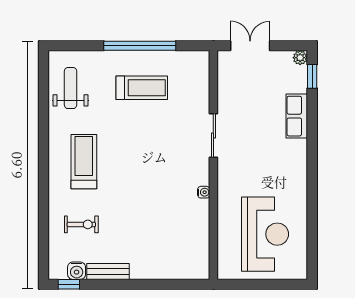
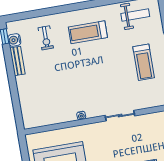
treadmill: (84, 162) -> (88, 32), turned 180

